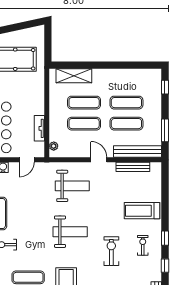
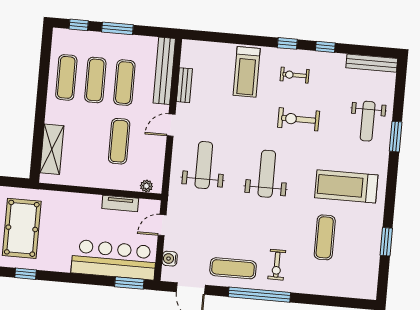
exercise mat: (84, 103) -> (66, 77), moved
window: (165, 130) -> (117, 28), moved
door: (27, 160) -> (162, 225), swing flipped
bench: (133, 167) -> (184, 85), width x0.73

